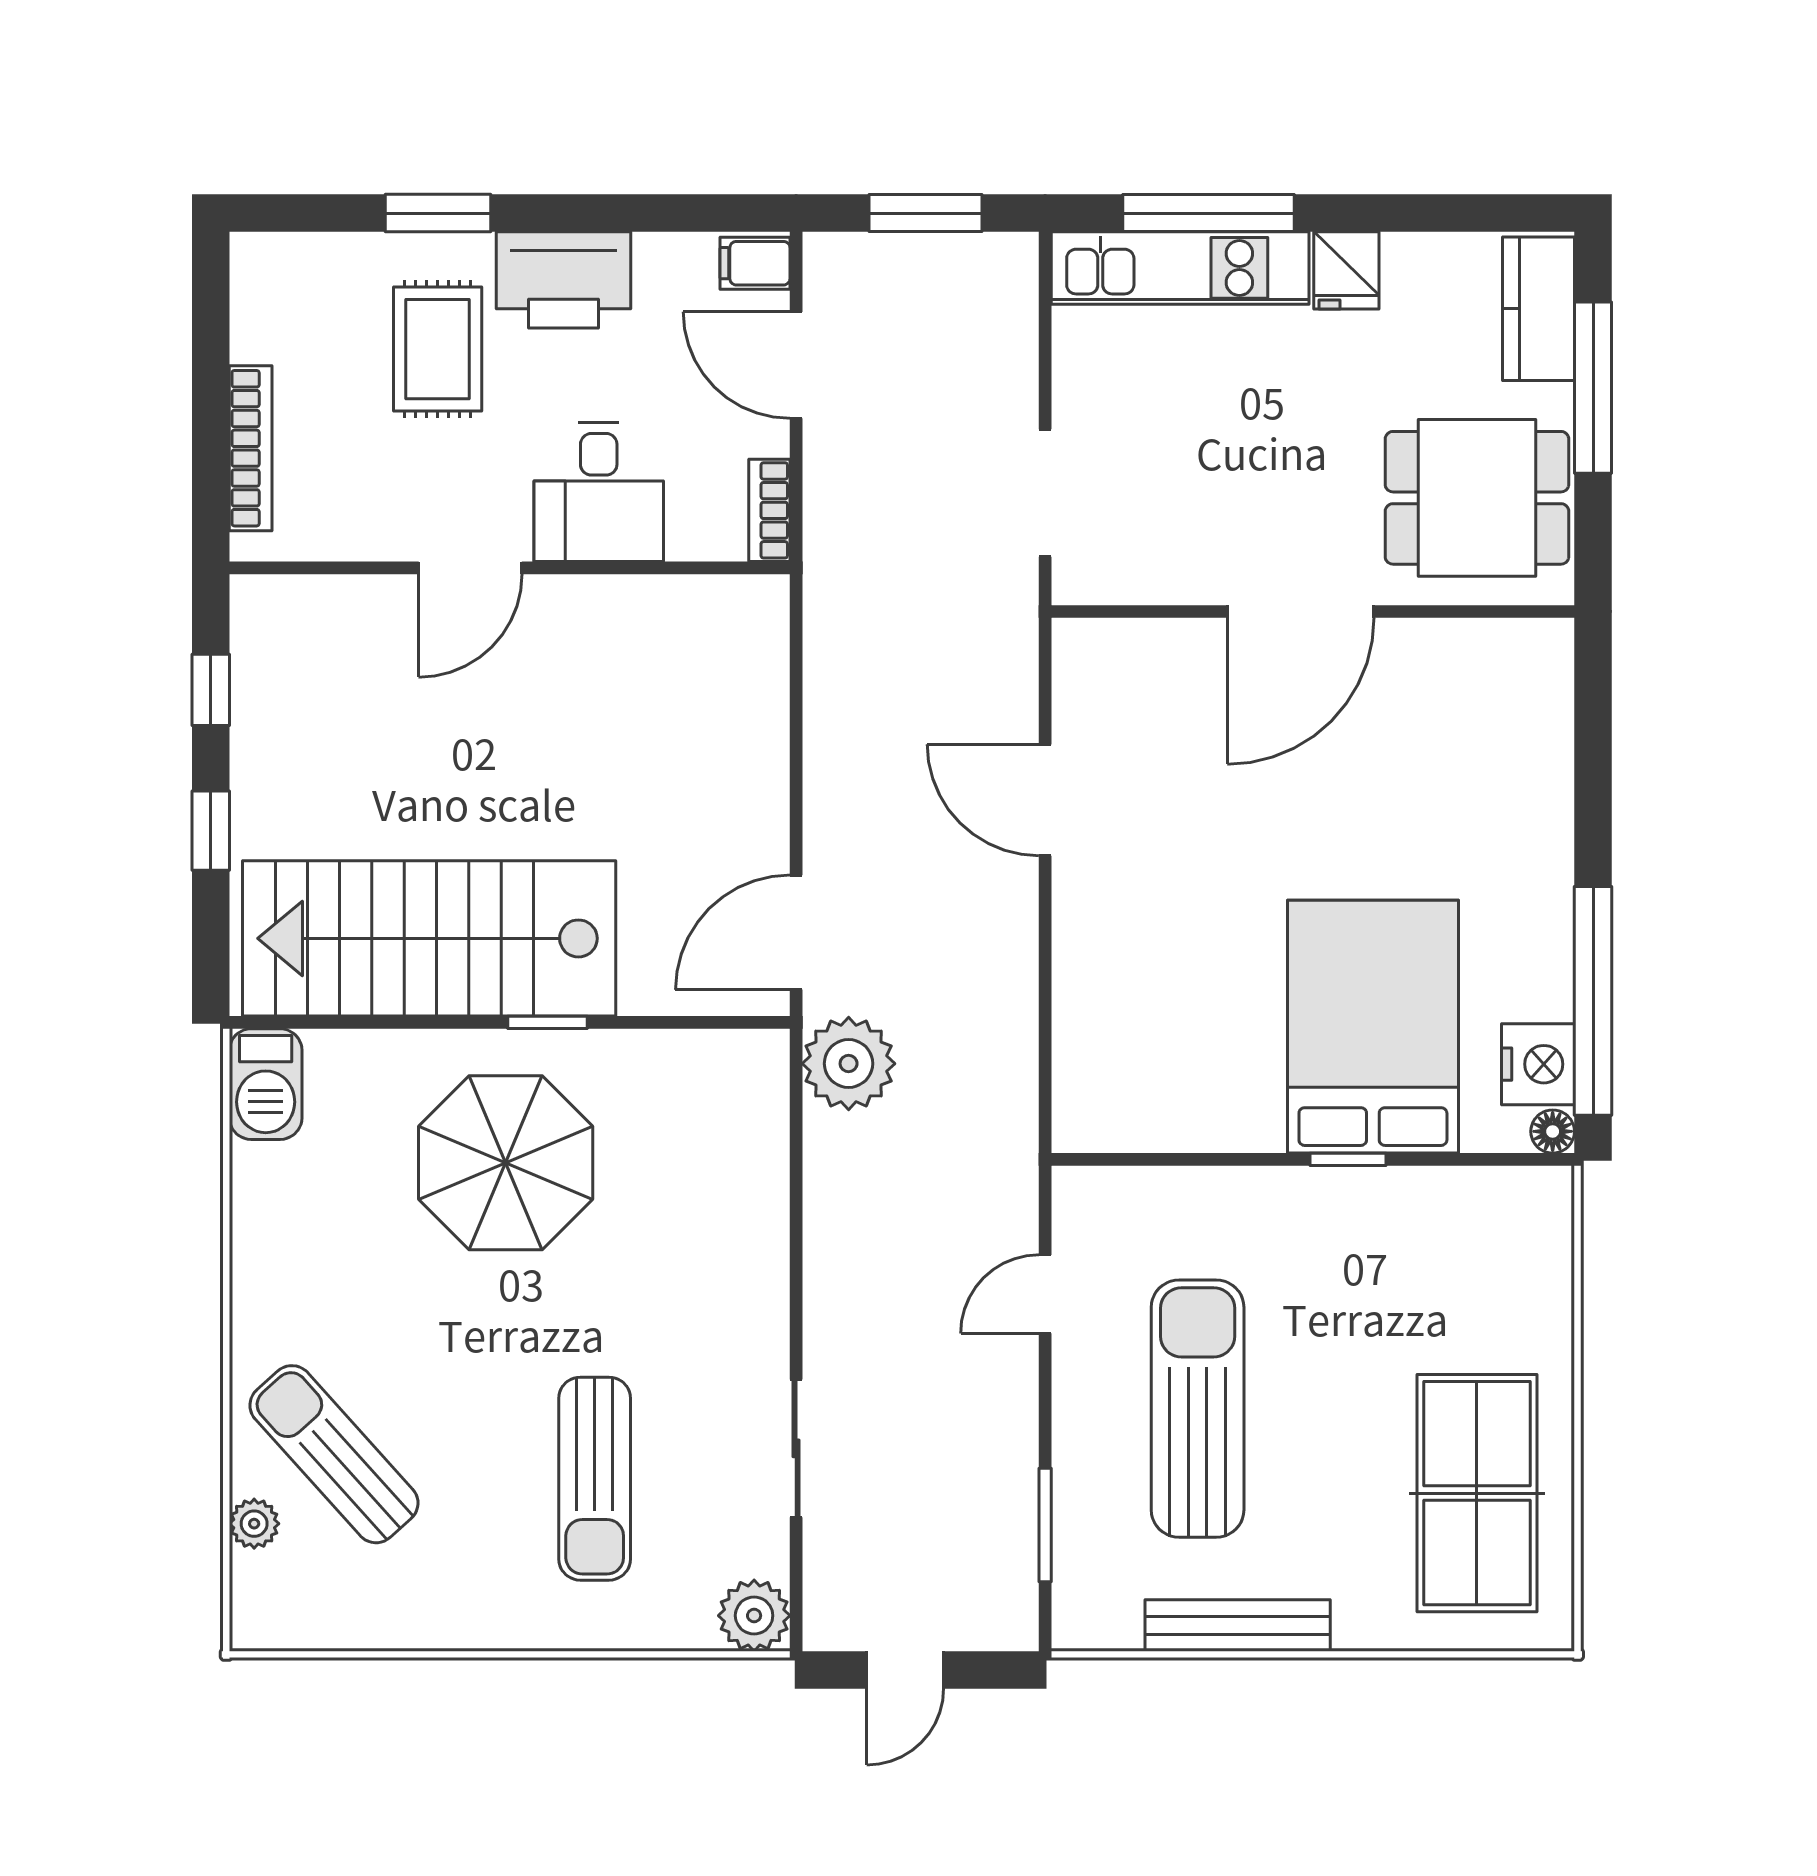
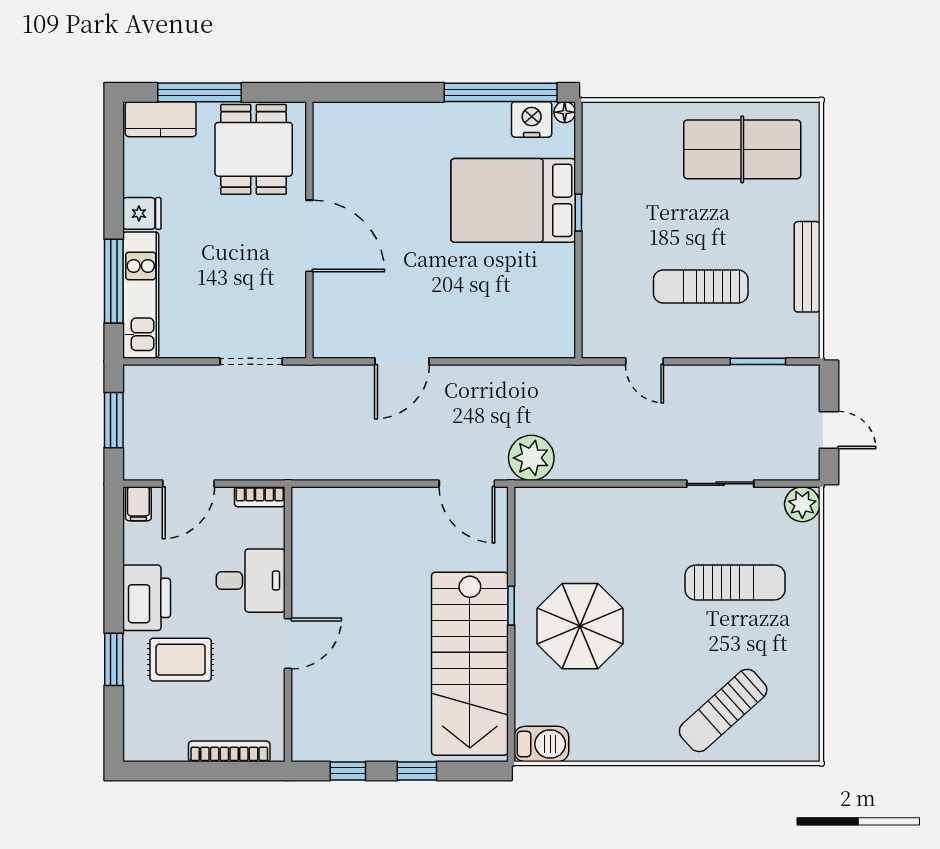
door: (470, 568) -> (288, 644), hinge flipped
sun lounger: (1198, 1409) -> (701, 286), width x0.73, depth x0.75
plant: (254, 1524) -> (757, 750), removed

